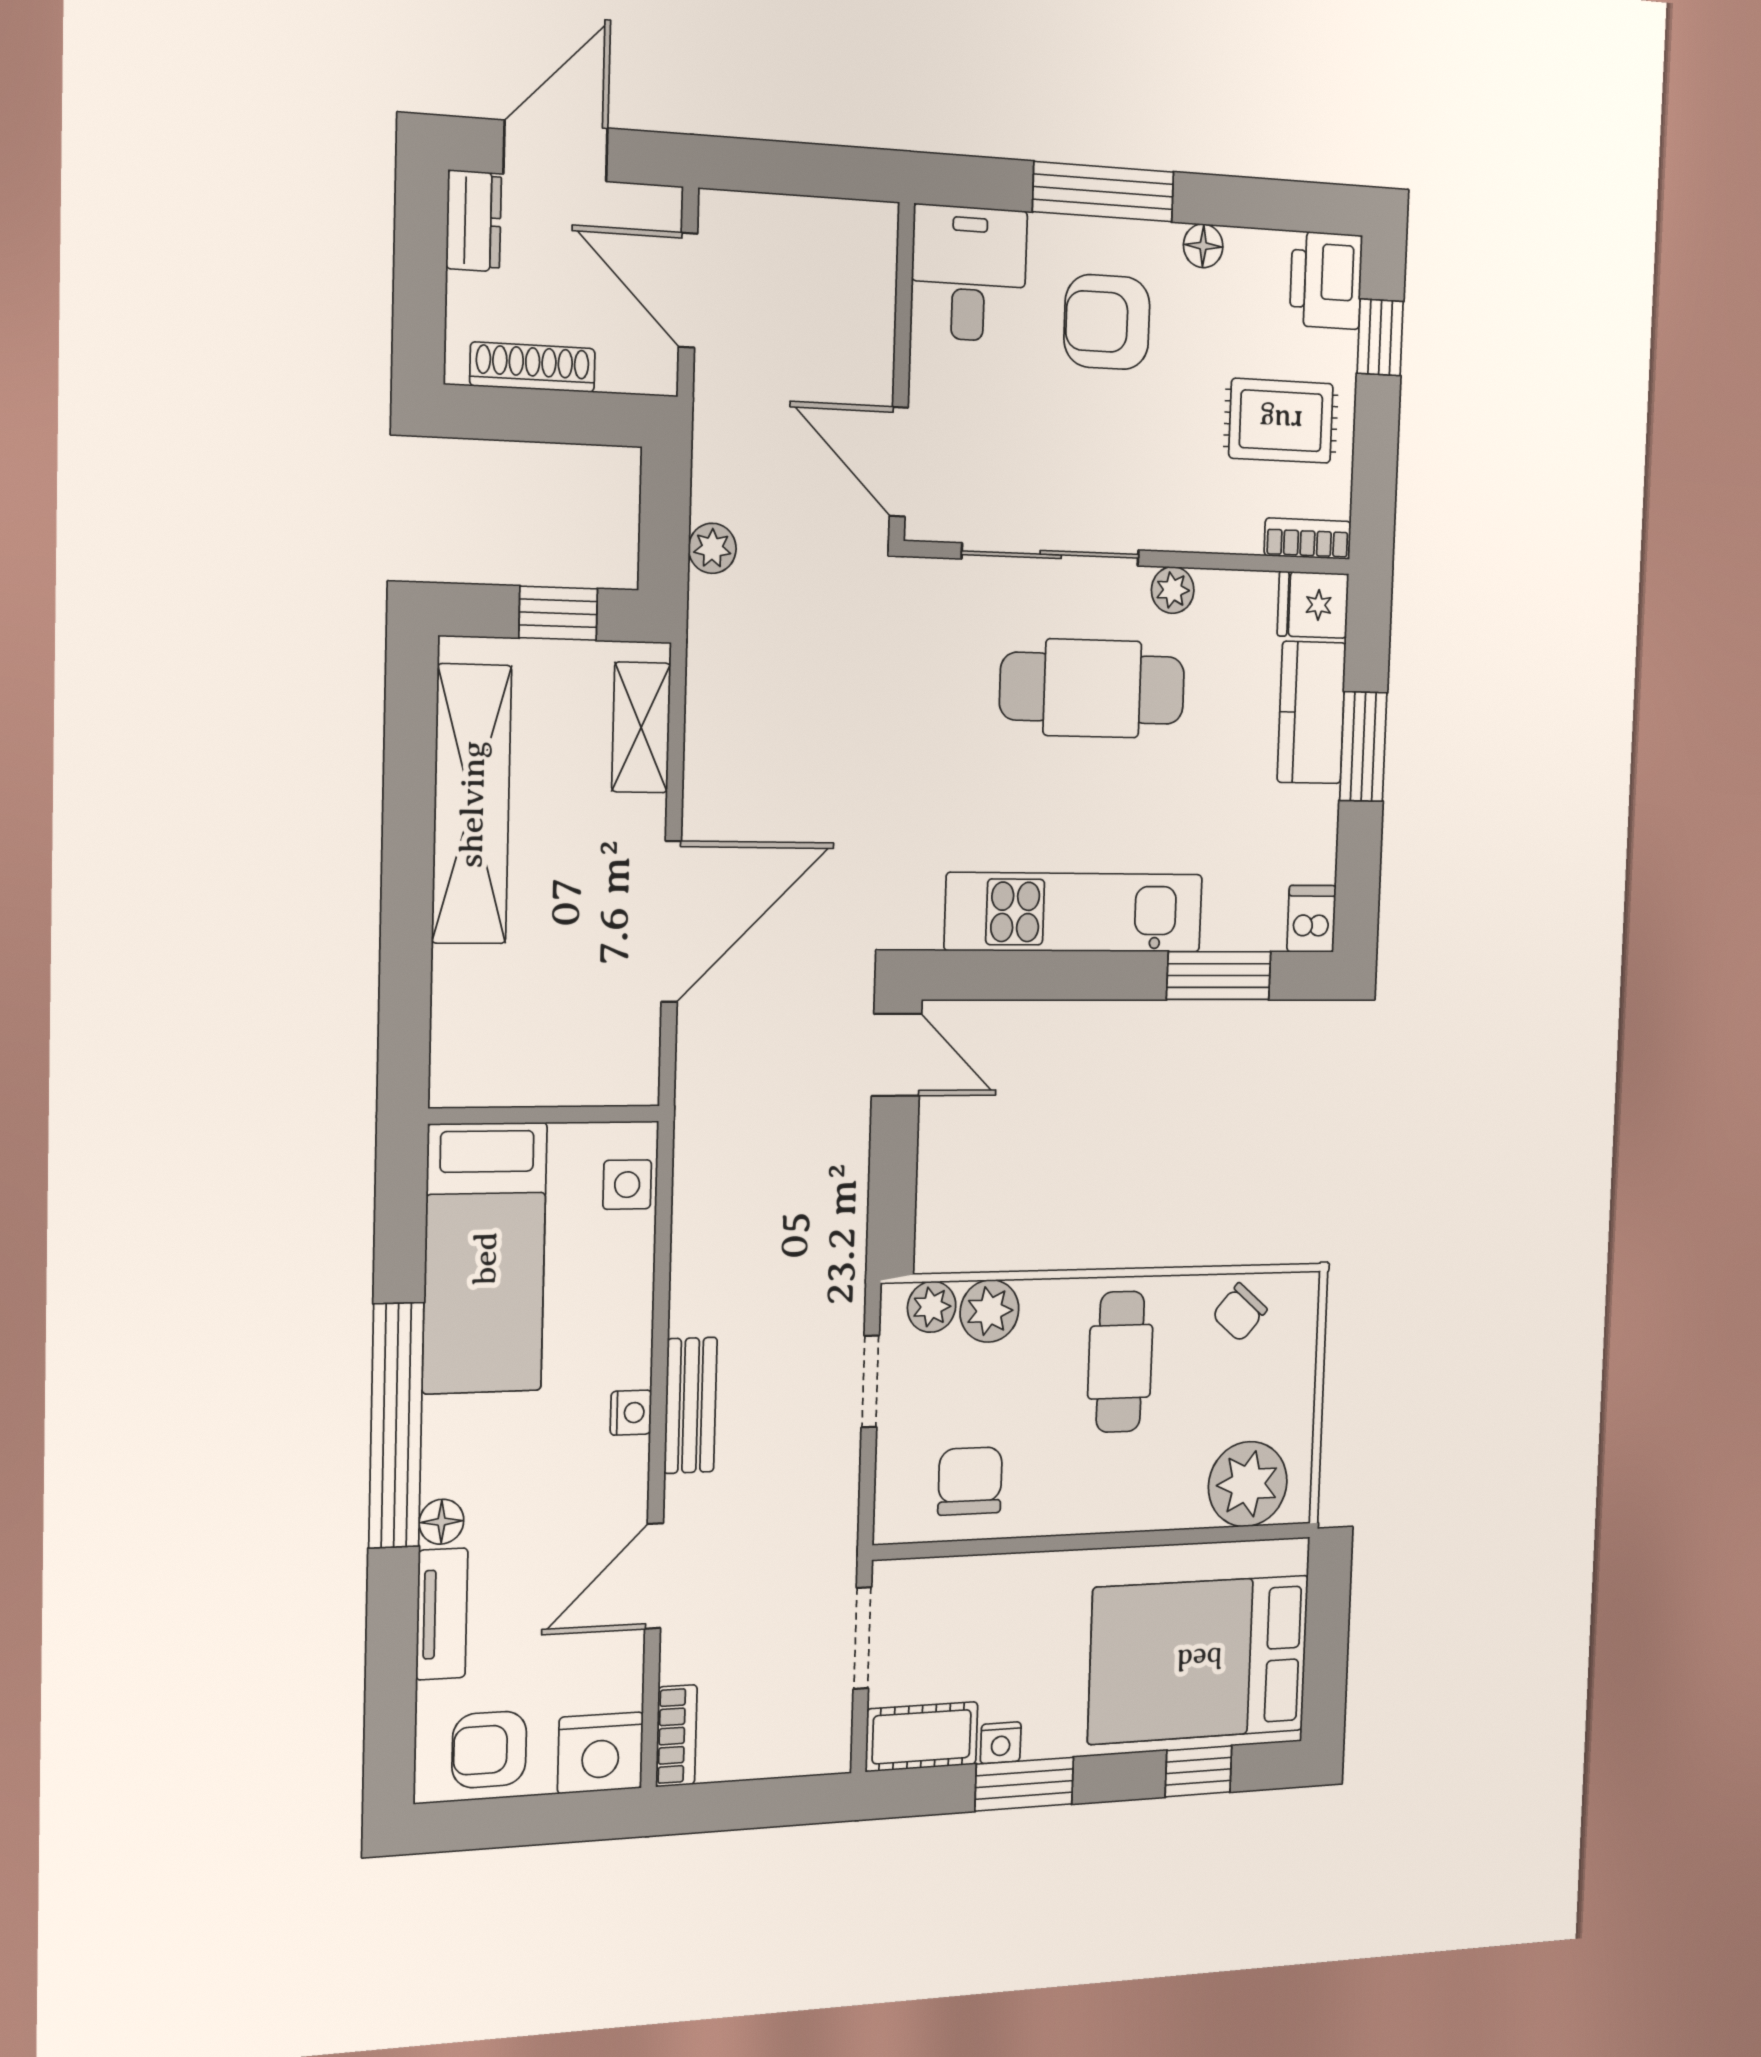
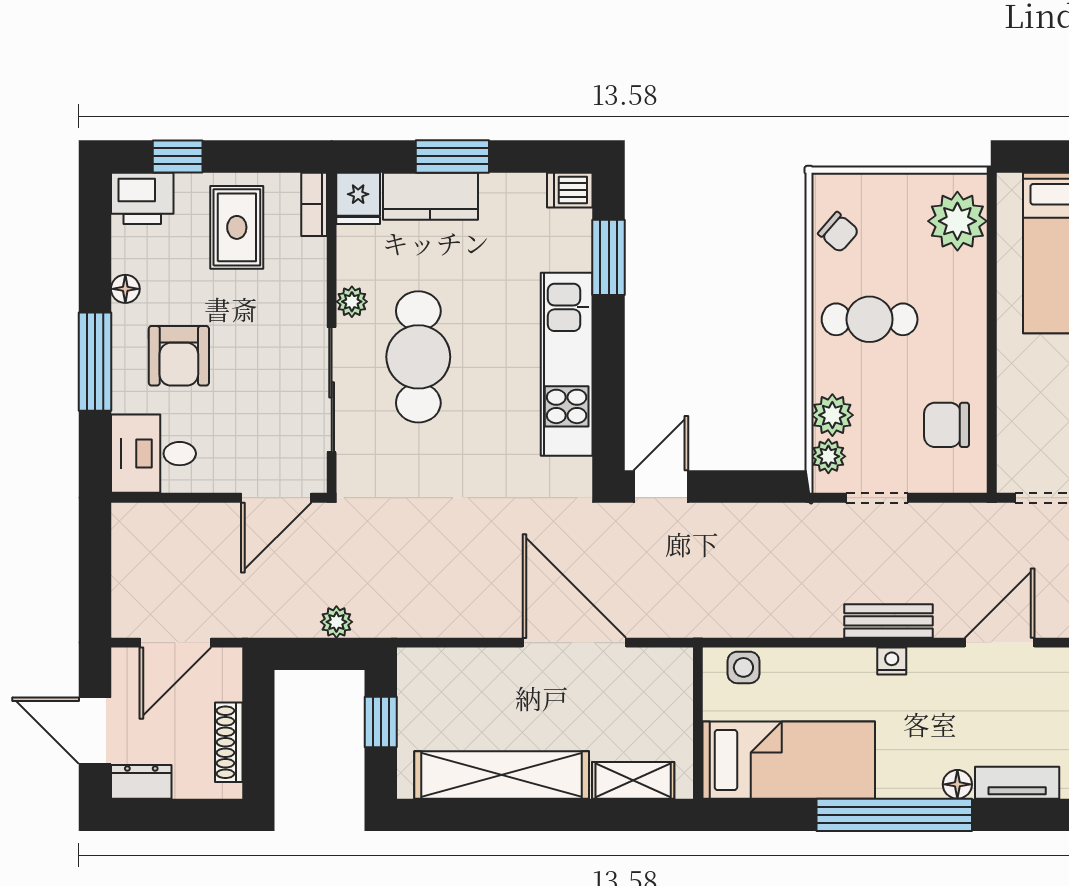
shelving: (641, 727) -> (633, 780), moved
door: (654, 1576) -> (1000, 643), swing flipped

